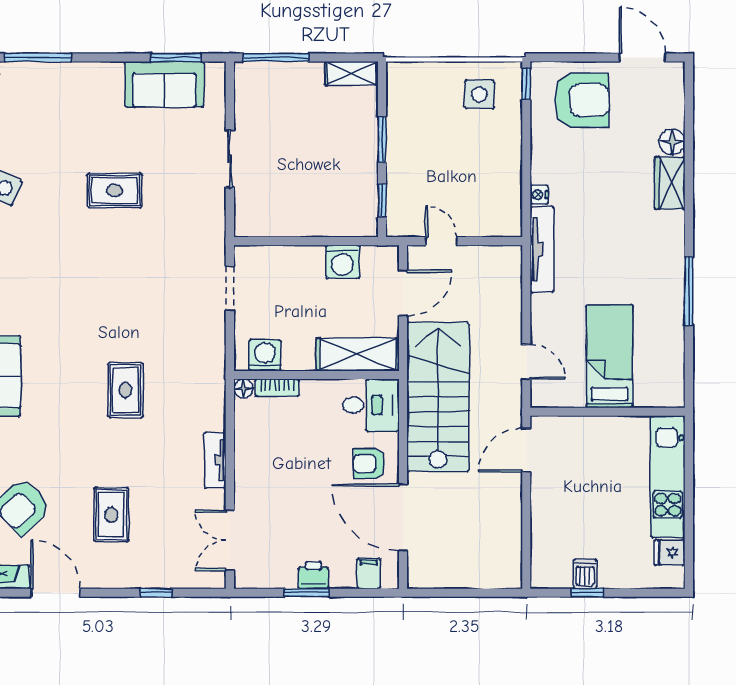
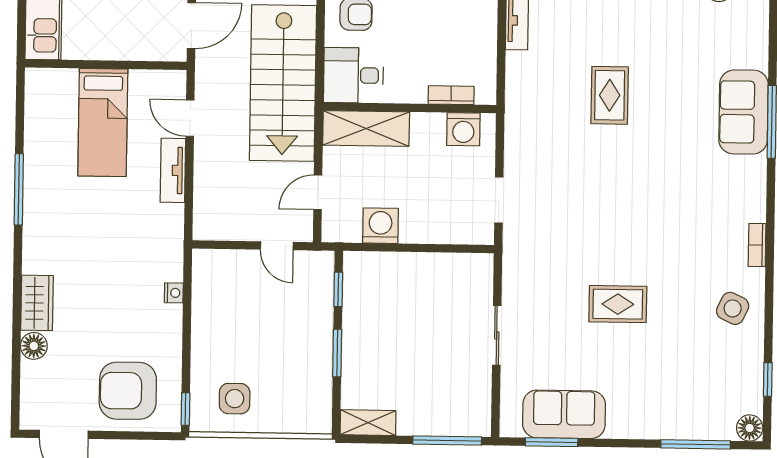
tv unit: (542, 249) -> (173, 170), moved, width x0.71
door: (403, 293) -> (318, 192), width x0.73
floor lamp: (243, 389) -> (486, 95), removed

